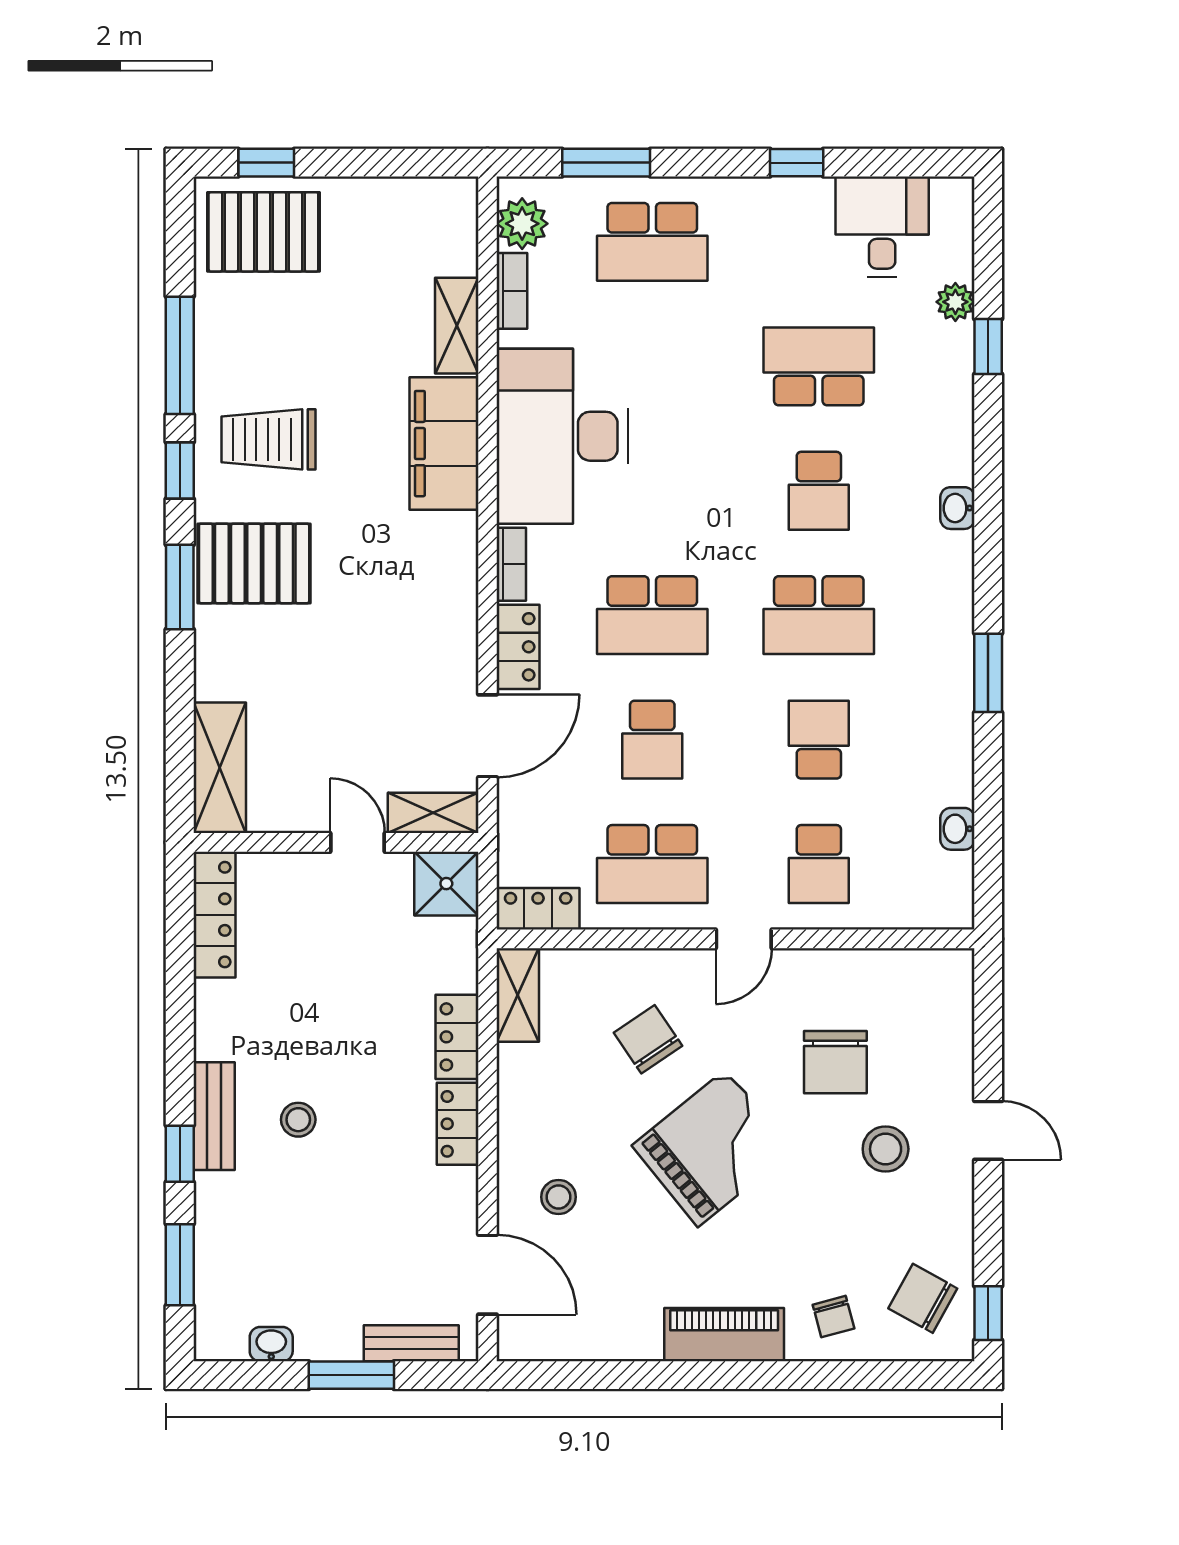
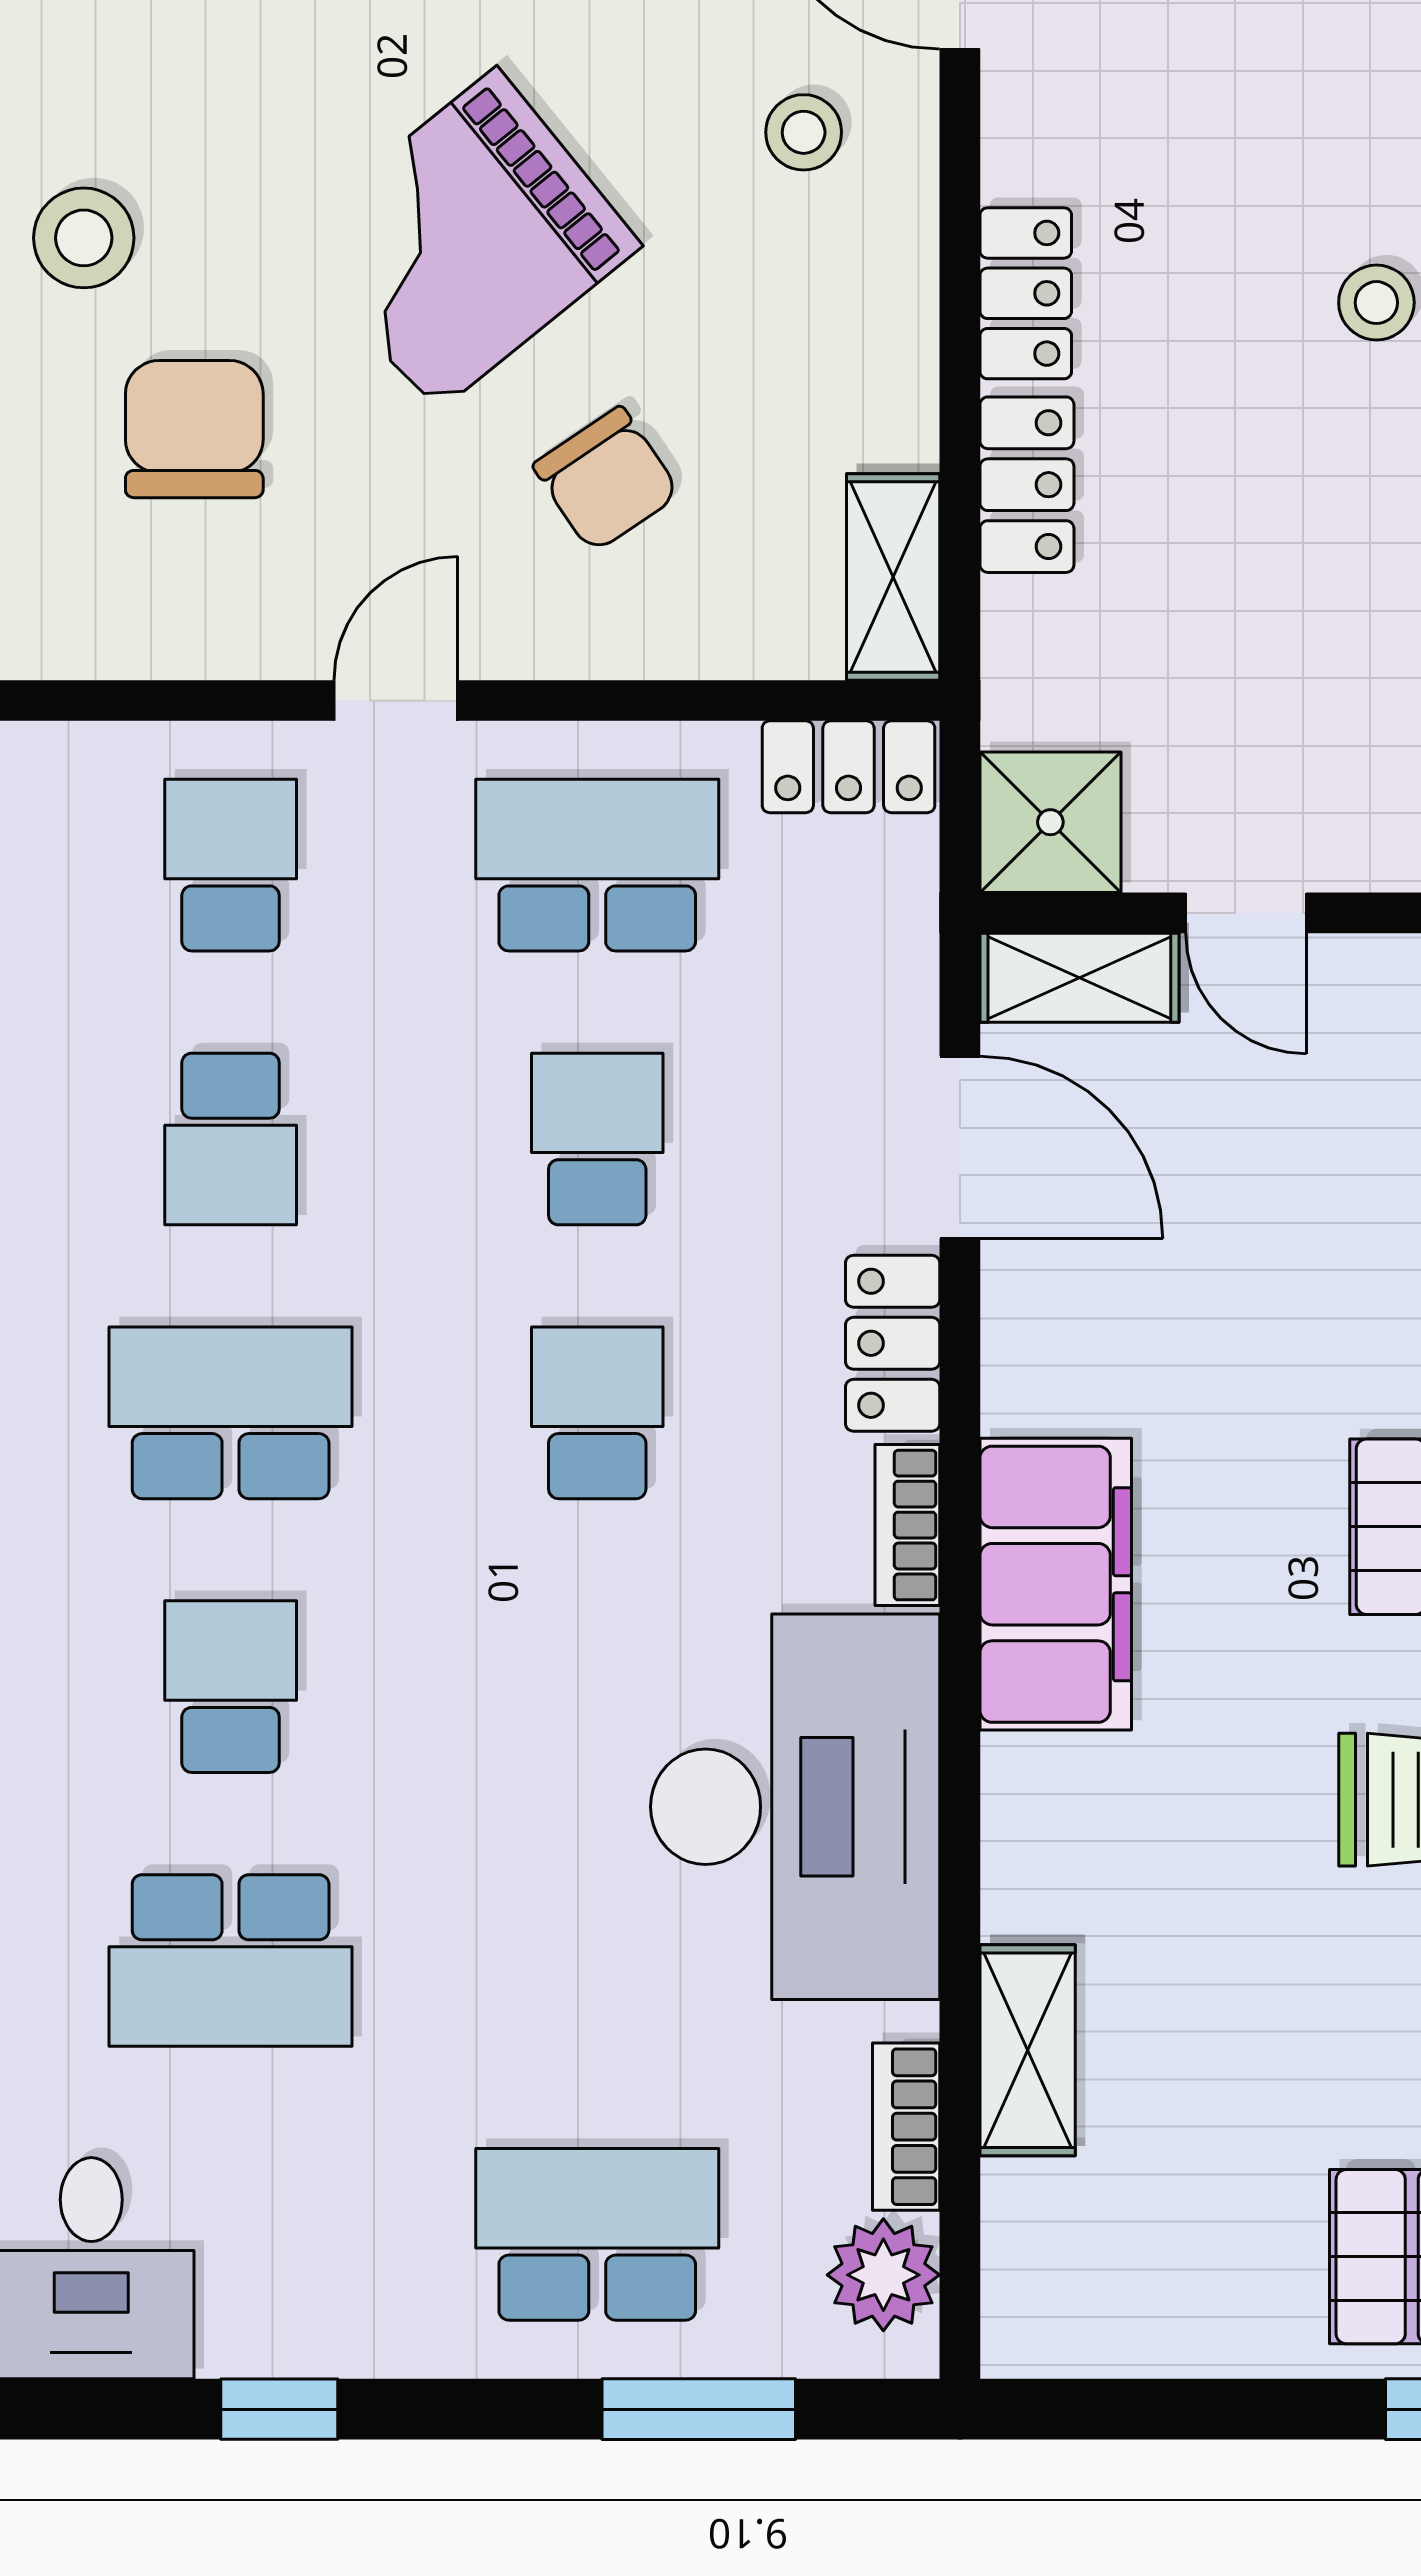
filing cabinet: (444, 444) -> (1056, 1584), moved
school desk: (652, 615) -> (597, 1413), width x0.54
door: (487, 736) -> (960, 1147), swing flipped

